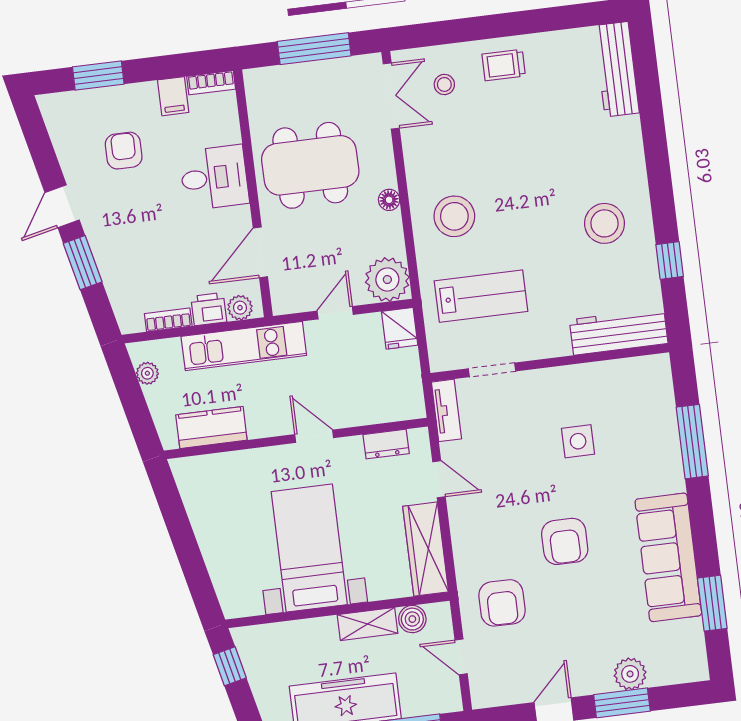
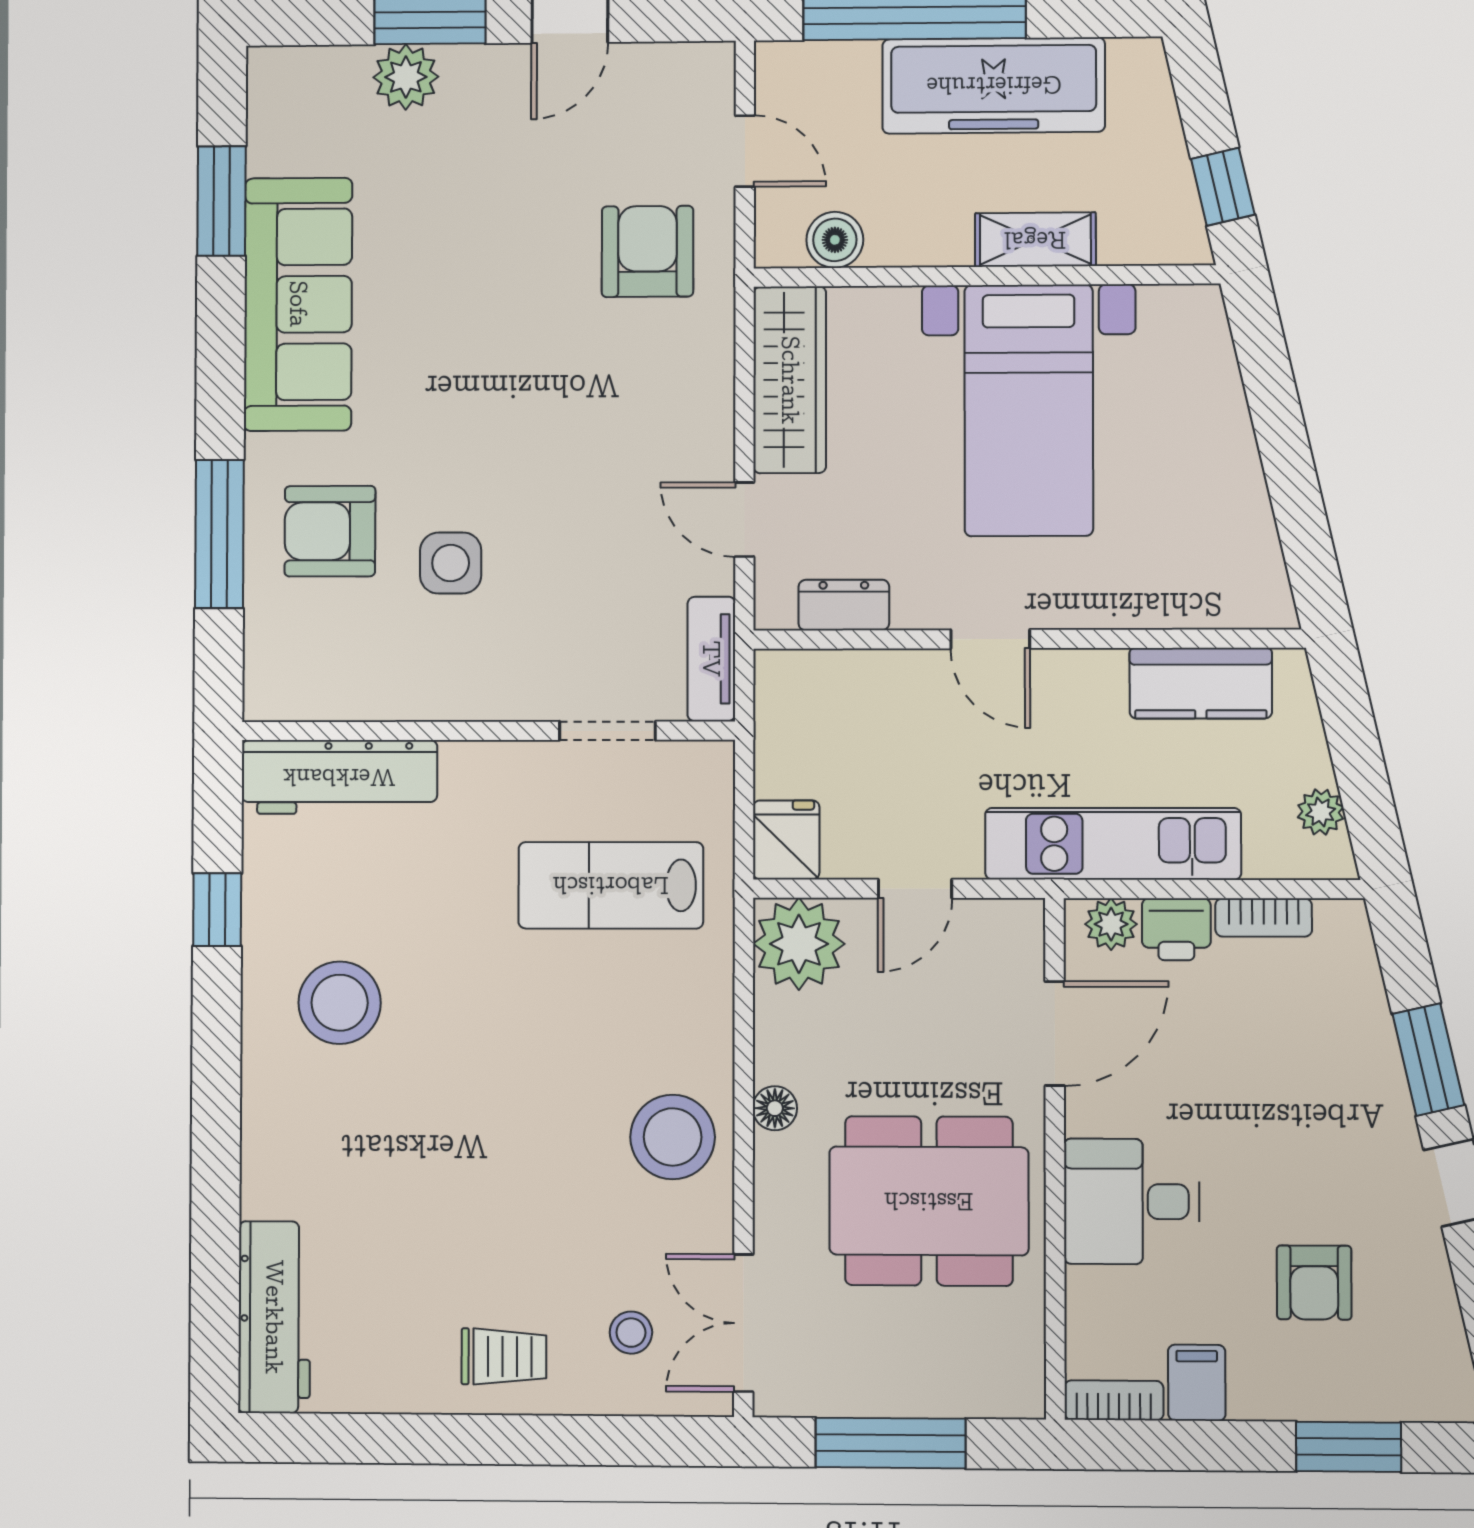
stool: (454, 216) -> (673, 1137), moved
armchair: (565, 541) -> (330, 531), moved, turned -90
shelving: (368, 624) -> (1035, 240), moved

